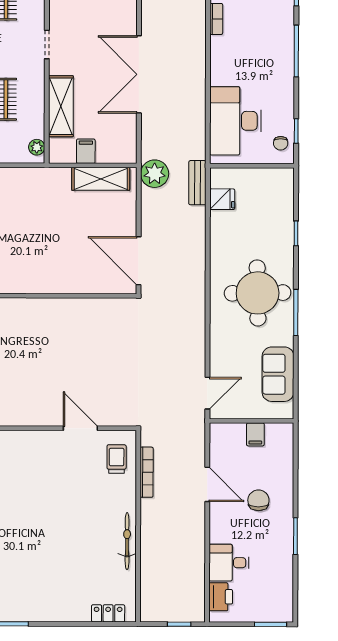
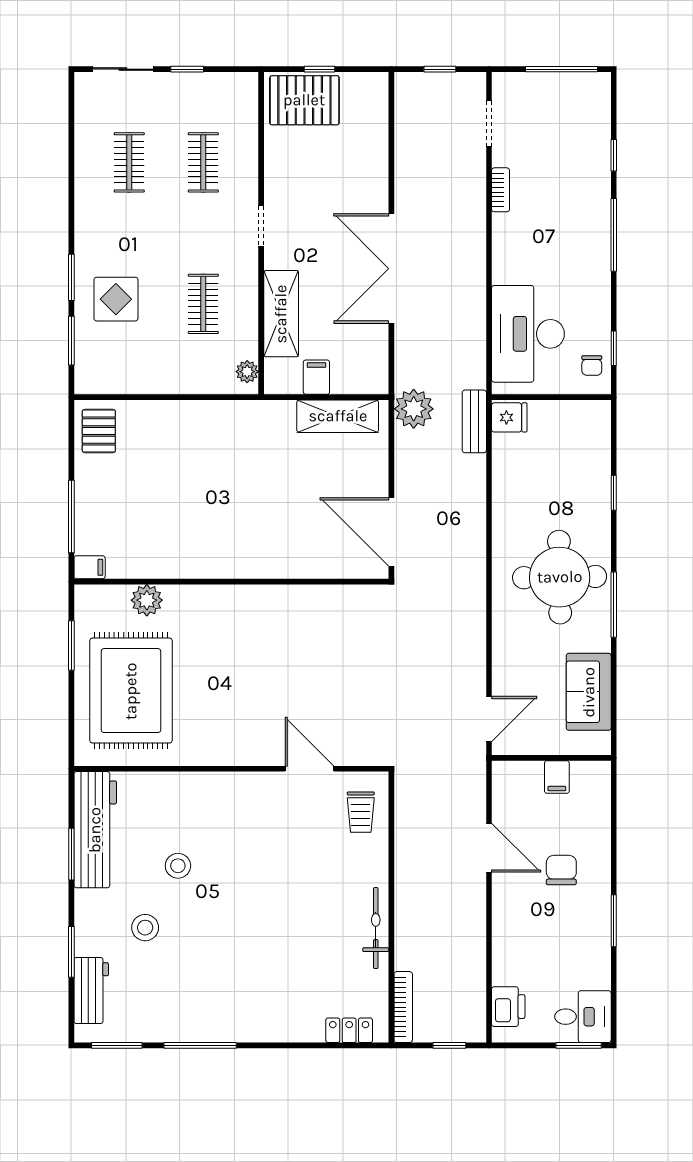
fridge: (222, 199) -> (509, 417), moved
trolley: (117, 459) -> (361, 812), turned 180
bookcase: (147, 472) -> (403, 1007), moved
desk: (229, 563) -> (583, 1017), moved, turned 180

